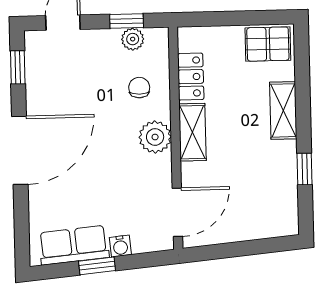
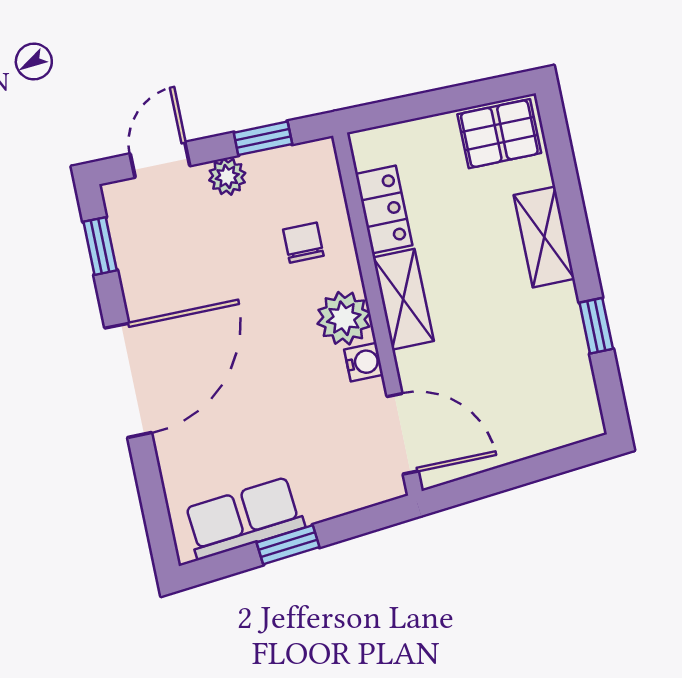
plant: (133, 39) -> (227, 177), moved
door: (177, 212) -> (403, 434), hinge flipped
water cooler: (120, 246) -> (364, 362), moved, turned -85

